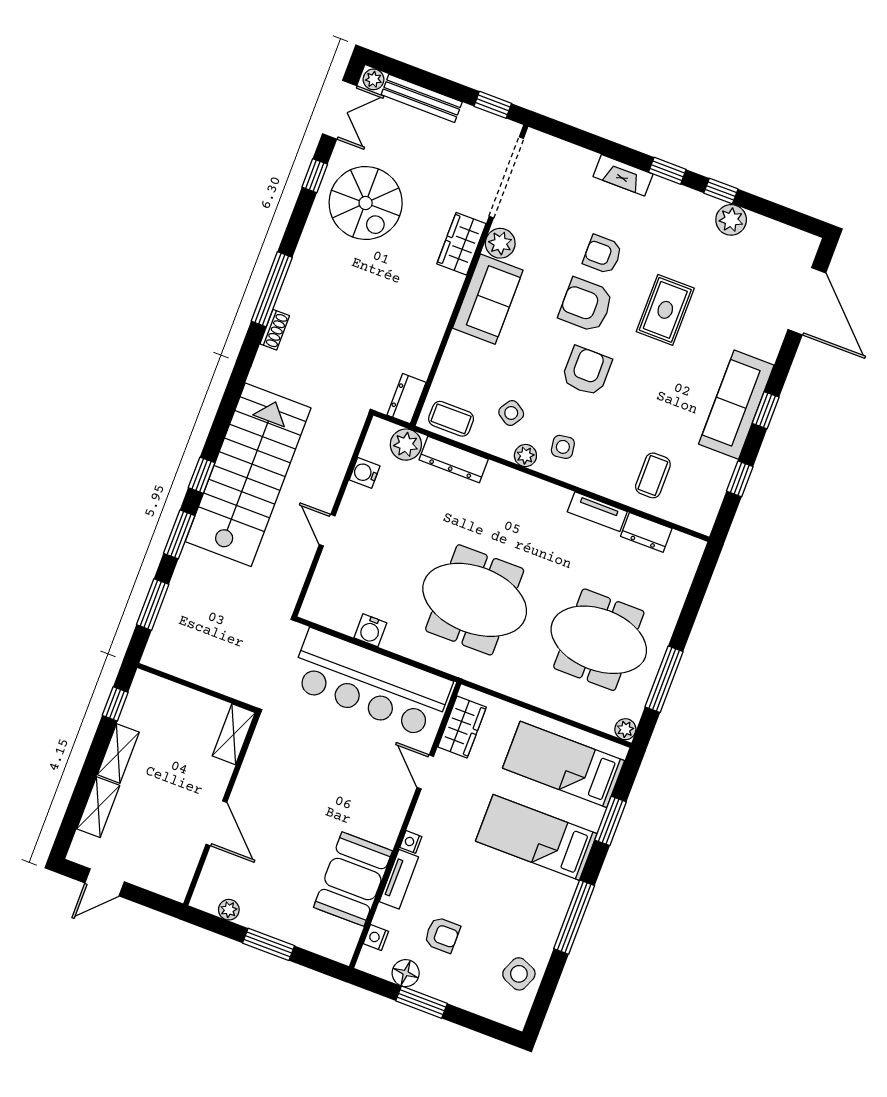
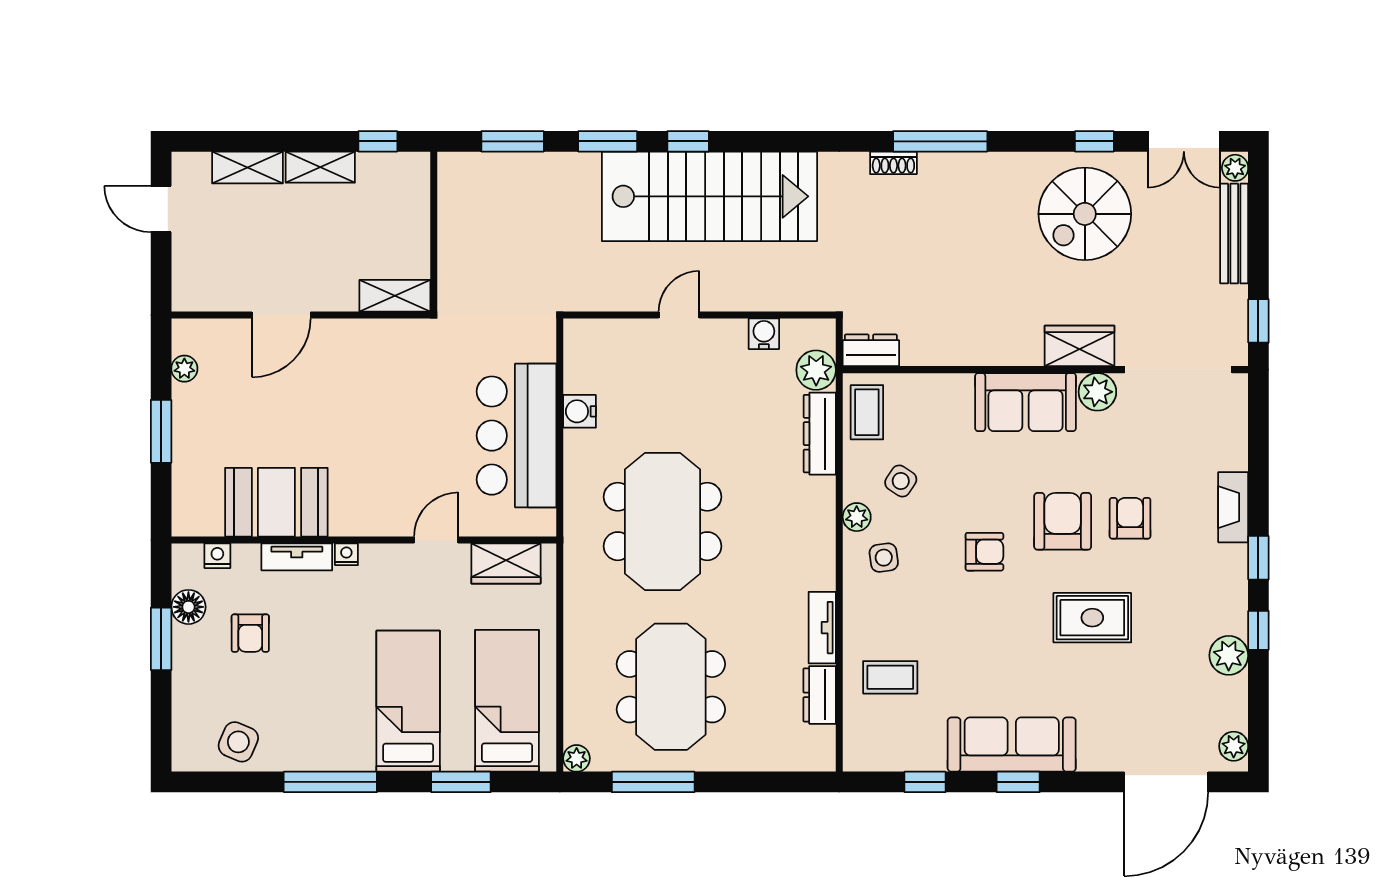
plant: (799, 242) -> (1234, 746), added
armchair: (587, 371) -> (984, 552), width x0.72, depth x0.72
bar counter: (371, 684) -> (517, 436), width x0.73

